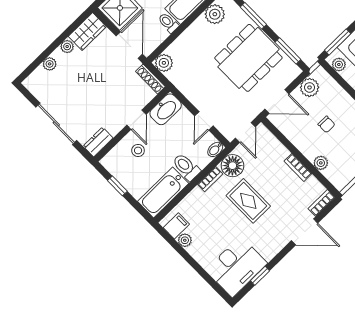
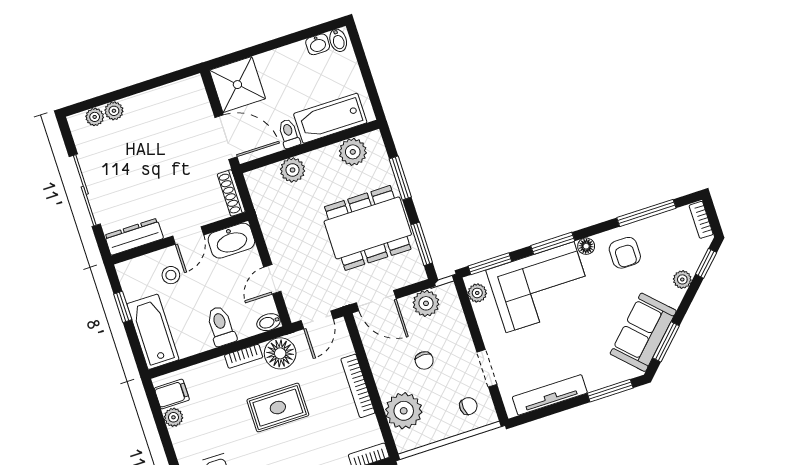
wardrobe: (87, 32) -> (182, 94), removed
door: (129, 45) -> (226, 137), hinge flipped
plant: (67, 47) -> (95, 117), moved
plant: (164, 63) -> (293, 170), moved
dresser: (98, 142) -> (134, 237), width x1.44
plant: (321, 163) -> (404, 411), width x1.87, depth x1.87
bookcase: (298, 167) -> (358, 386), width x1.56
bathtub: (163, 192) -> (153, 332), moved, turned 90
rug: (248, 201) -> (278, 408), turned 90

